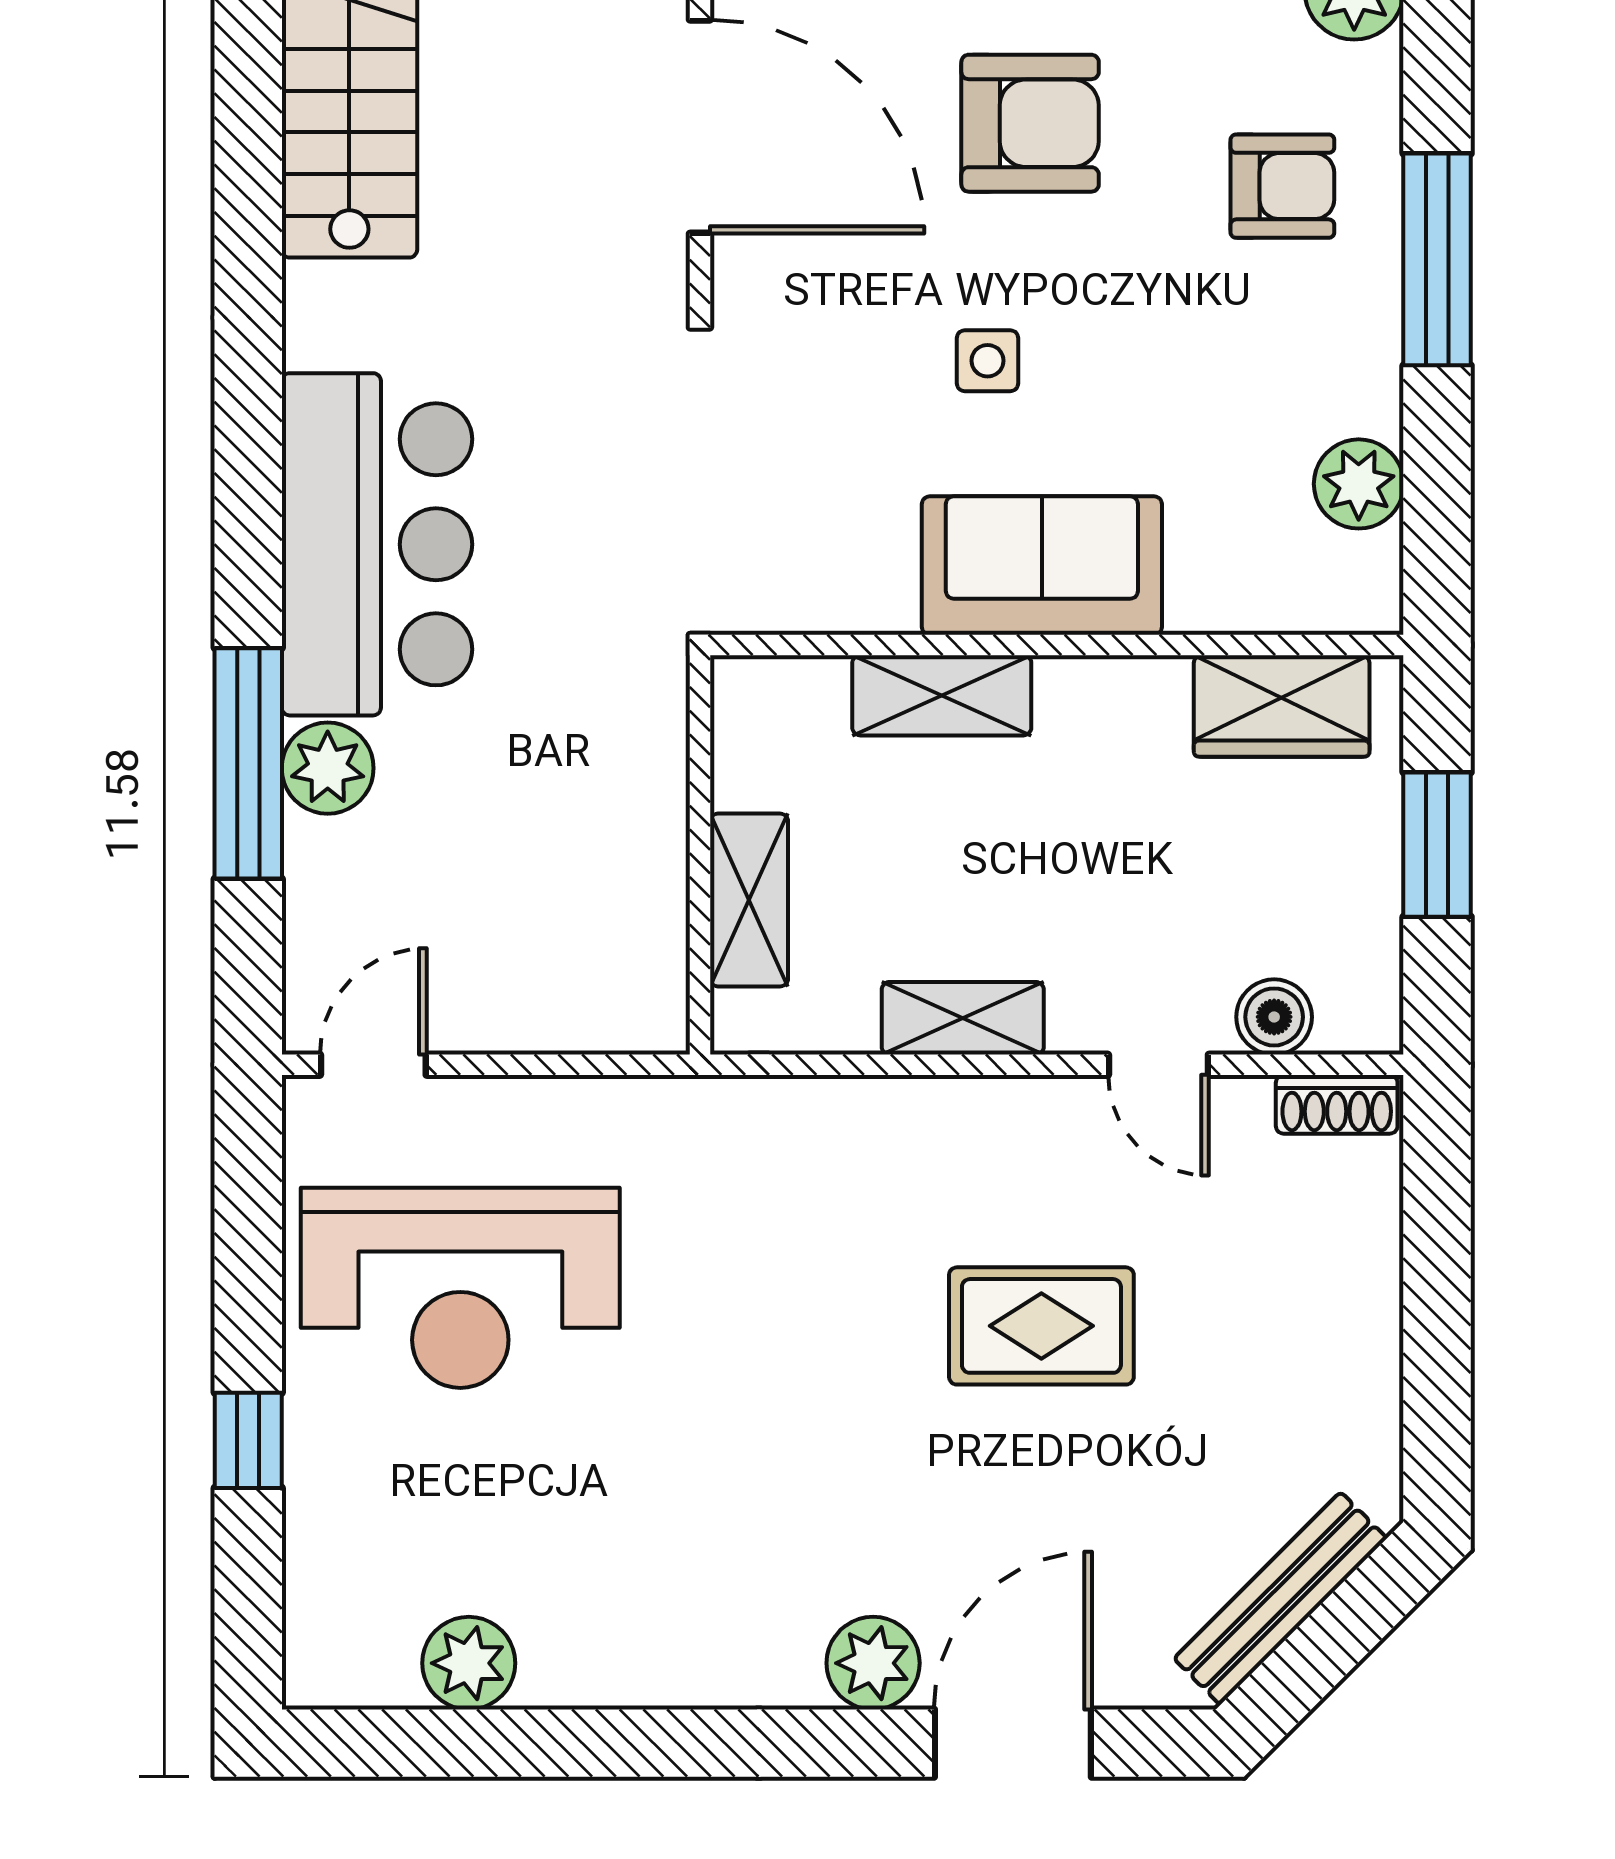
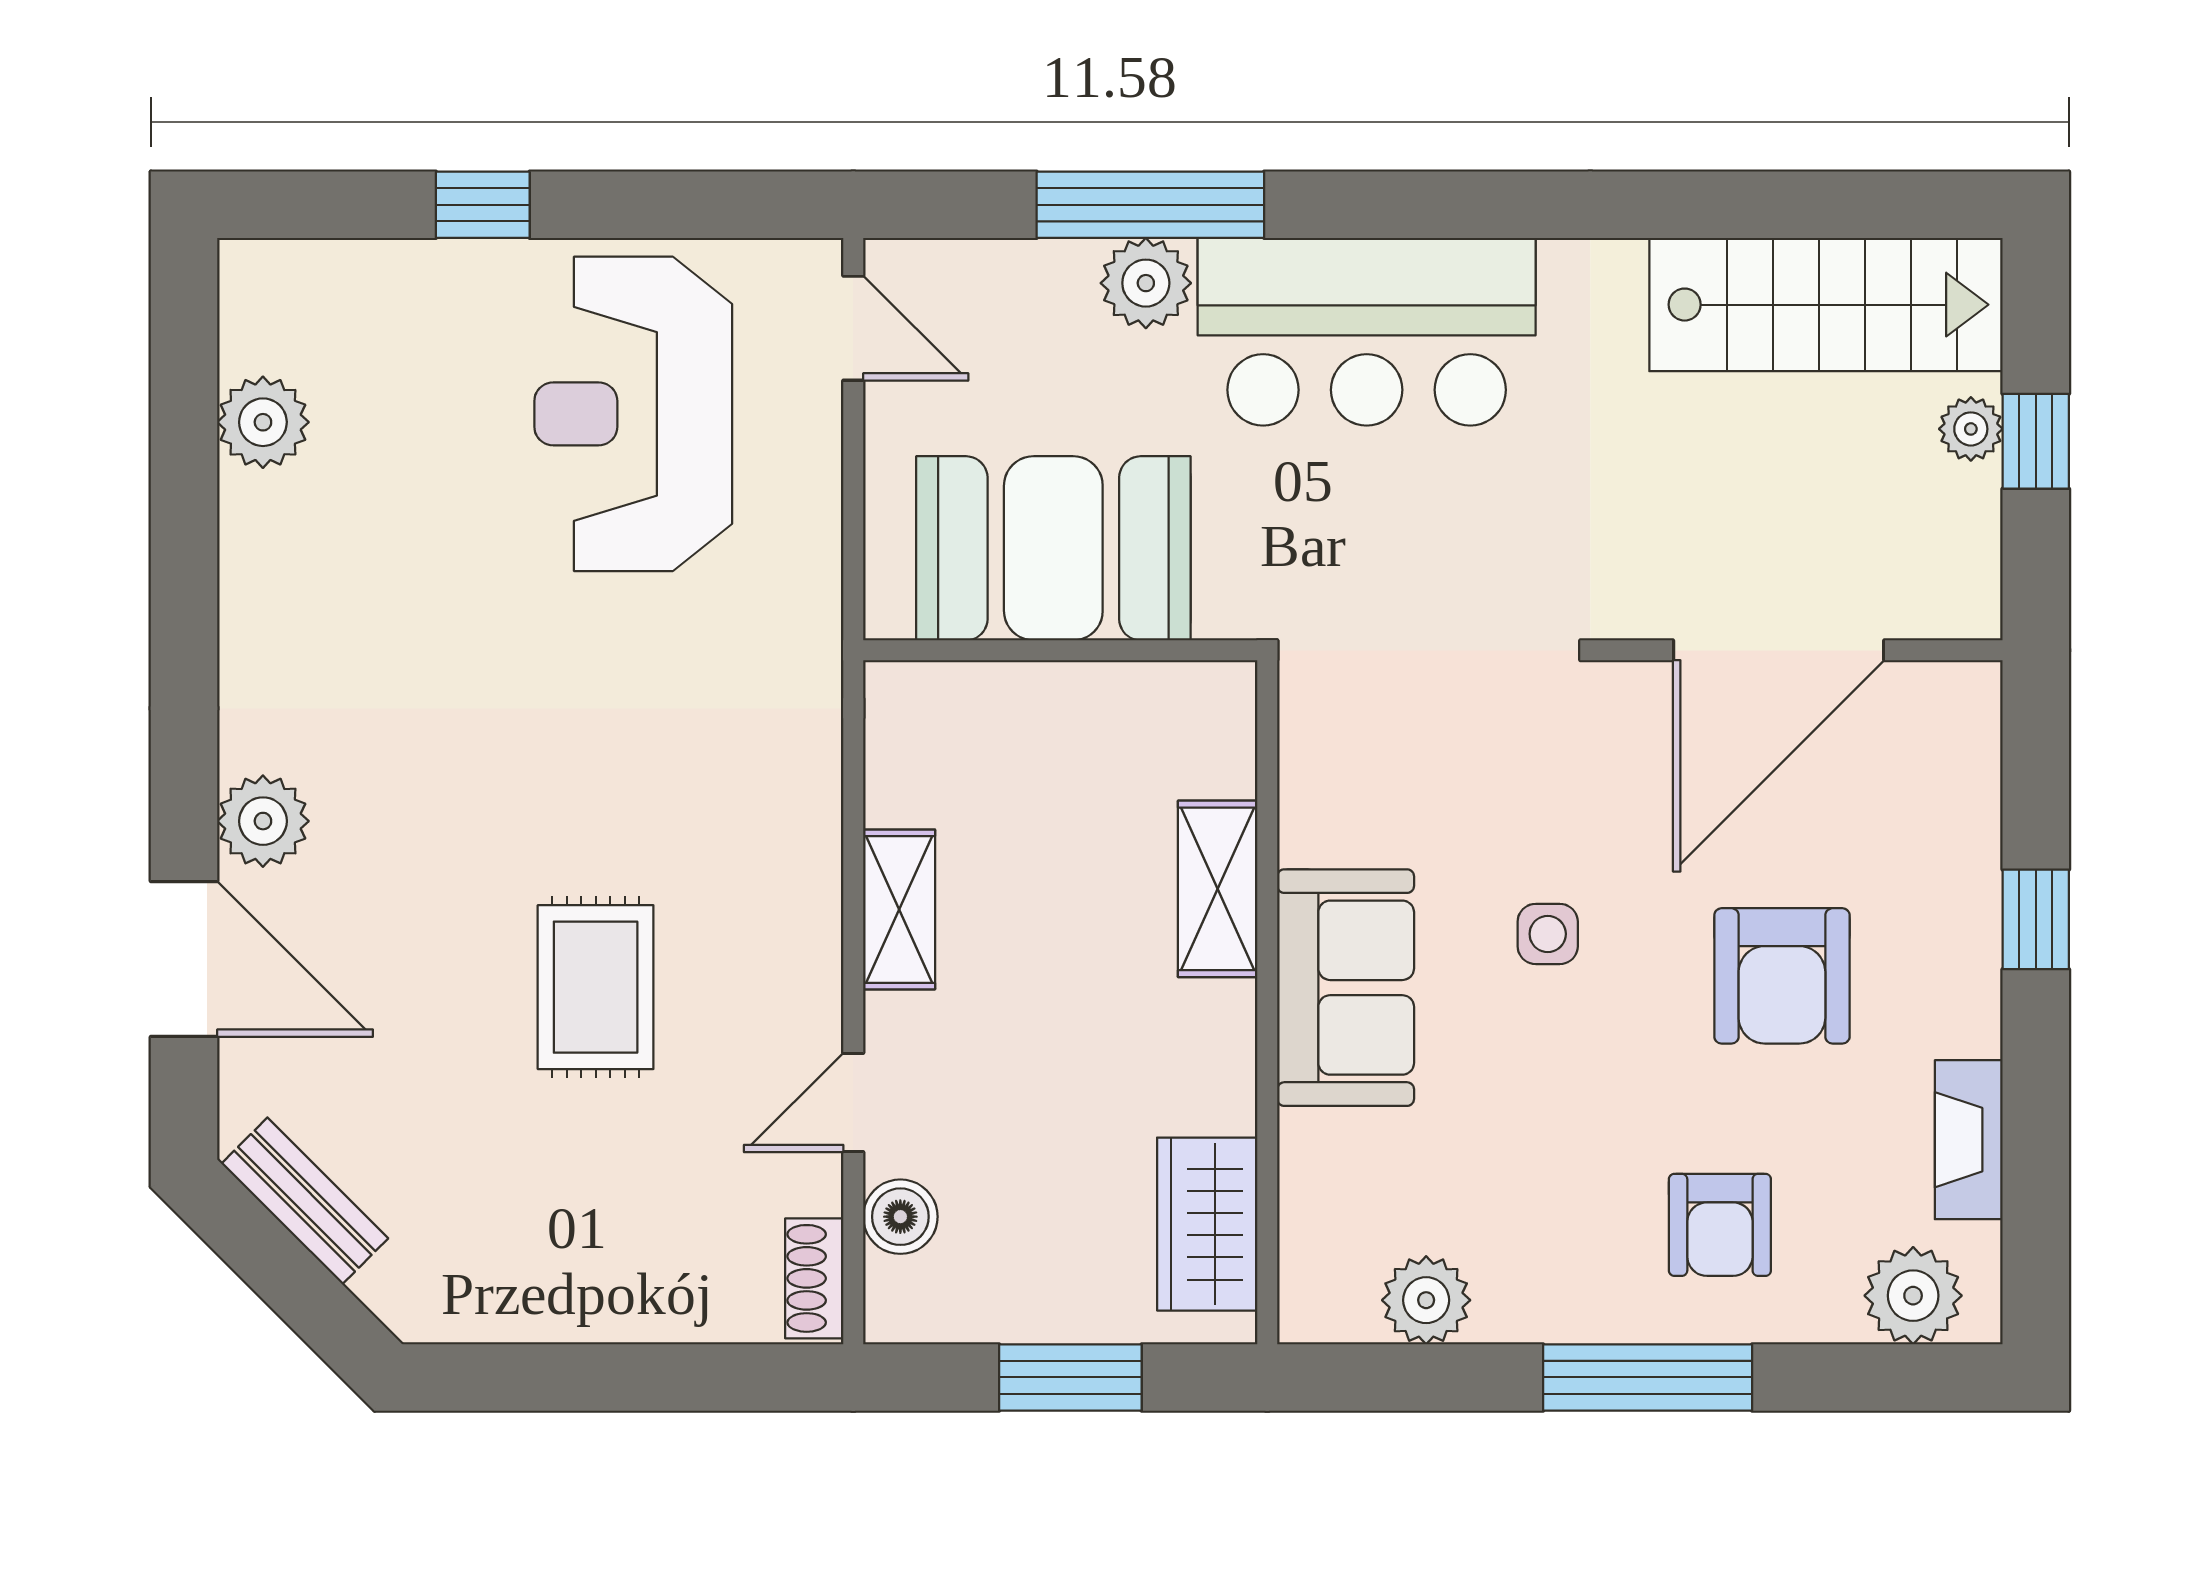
booth: (597, 862) -> (1053, 548), added
shelving: (749, 900) -> (1016, 699), removed
bench: (1280, 1598) -> (305, 1201), width x0.73

